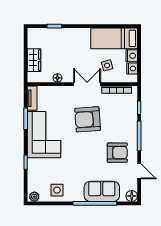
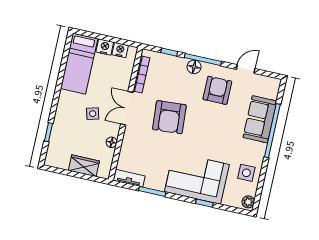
side table: (107, 65) -> (93, 114), moved
corner sofa: (44, 135) -> (197, 178), moved
floor lamp: (132, 196) -> (194, 67), moved

